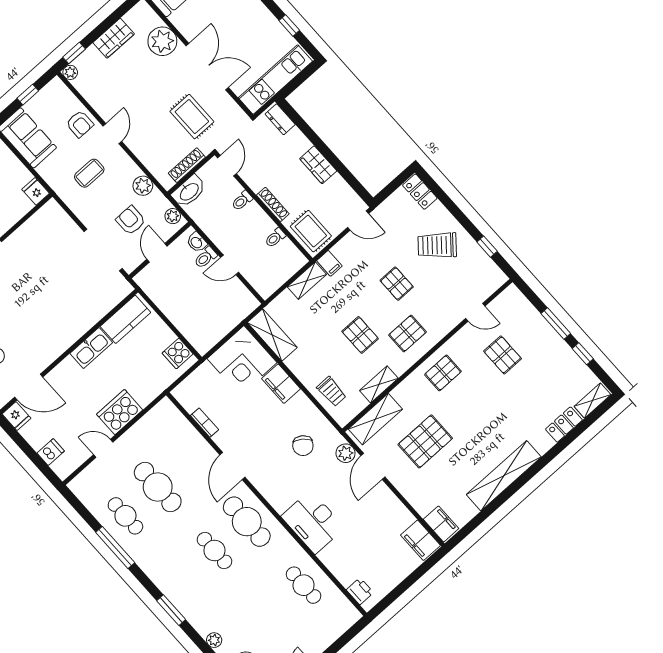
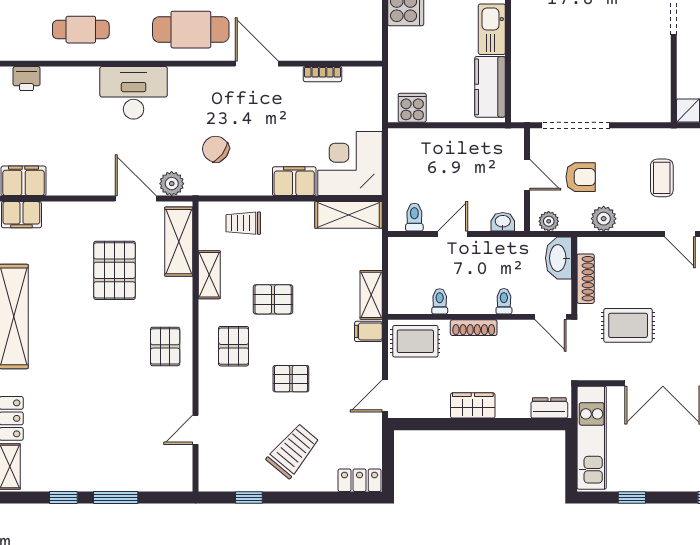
toilet: (206, 258) -> (414, 217), moved
pallet: (503, 355) -> (131, 419), removed

